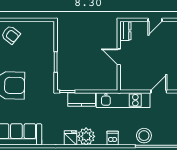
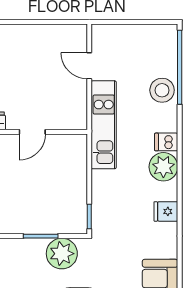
plant: (45, 75) -> (62, 254), added
kitchen counter: (82, 100) -> (103, 193), removed
plant: (86, 136) -> (163, 167), moved

